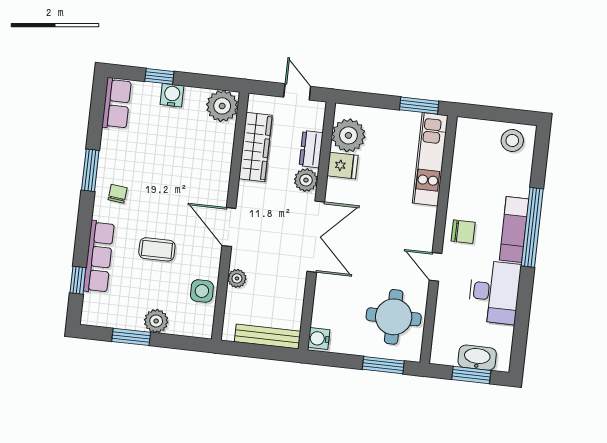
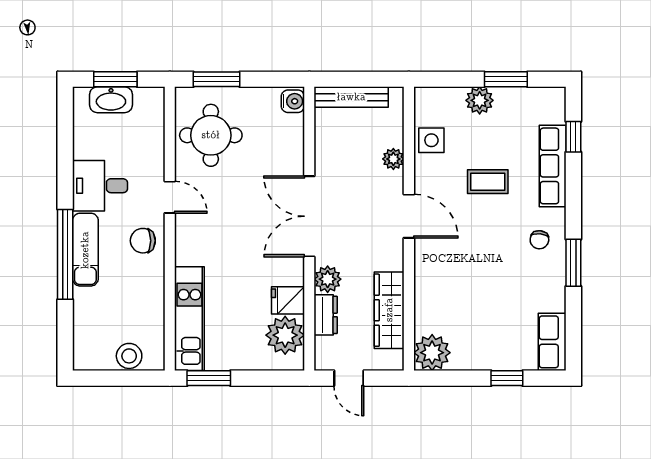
water cooler: (172, 95) -> (490, 358), removed
stool: (512, 141) -> (129, 356), moved
desk: (494, 292) -> (100, 186), width x0.73

